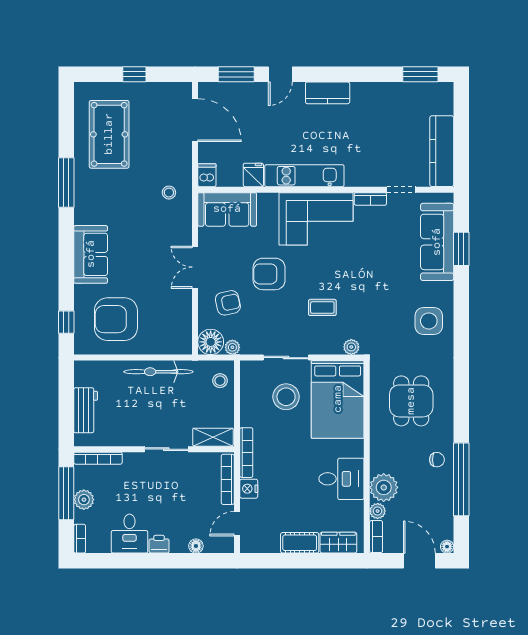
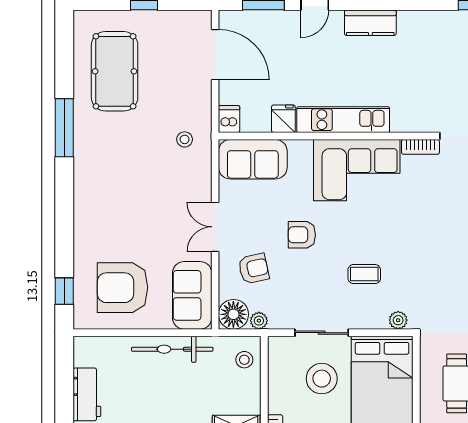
sofa: (91, 254) -> (192, 295), moved, turned 180
armchair: (269, 274) -> (302, 235), width x0.72, depth x0.72

